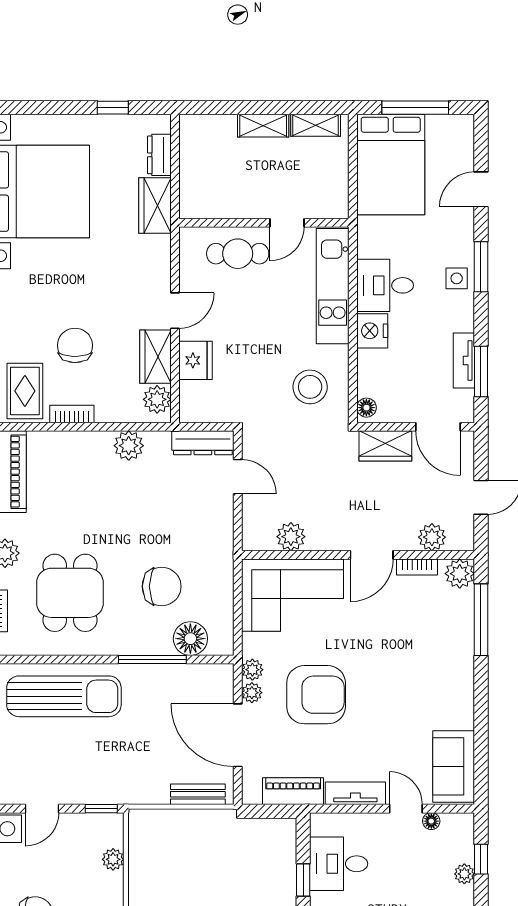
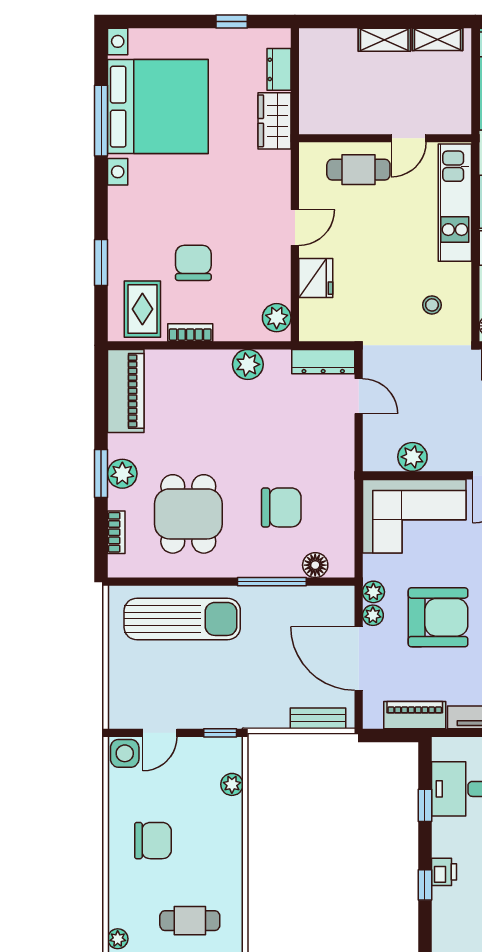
wardrobe: (156, 357) -> (275, 274), removed
stool: (310, 387) -> (432, 305), width x0.53, depth x0.53
floor lamp: (190, 639) -> (315, 565), width x0.73, depth x0.73

